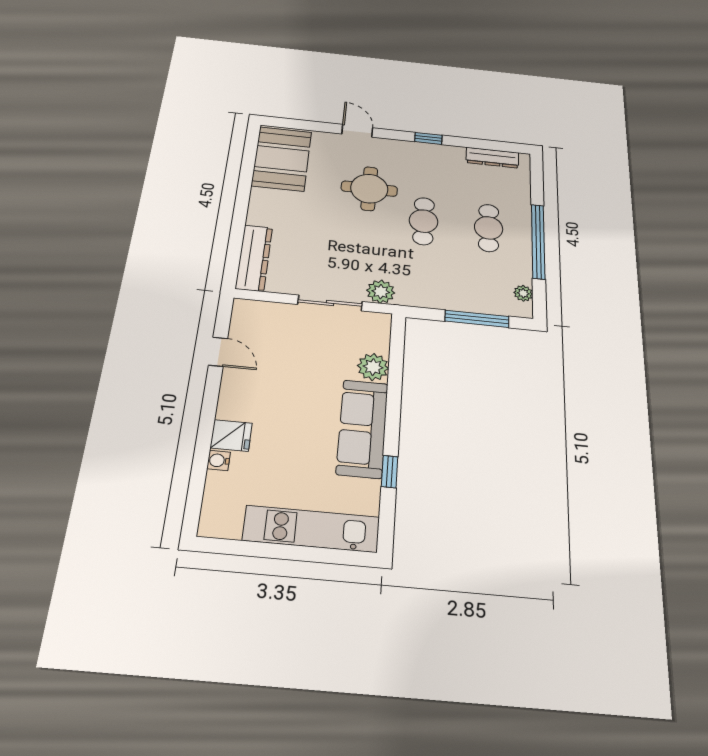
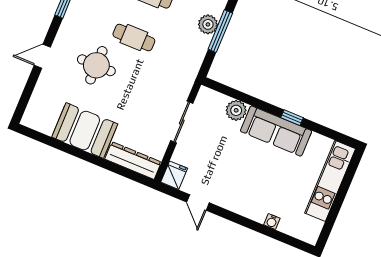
booth: (282, 159) -> (85, 130), moved
plant: (381, 292) -> (208, 24), moved
door: (218, 352) -> (198, 202), swing flipped
fridge: (231, 435) -> (174, 175), moved
window: (389, 472) -> (292, 118), moved

